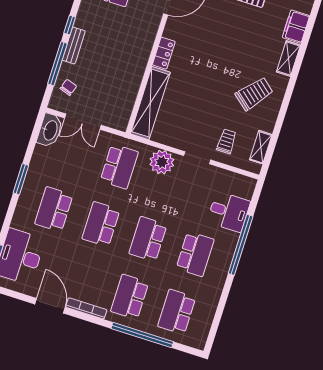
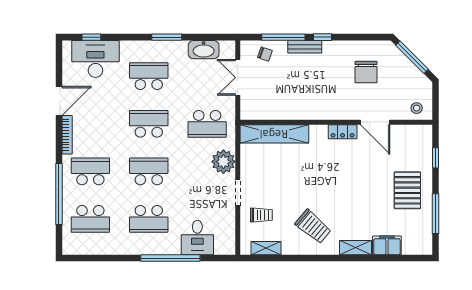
locker: (164, 53) -> (343, 132), moved
washbasin: (50, 130) -> (204, 50), moved
school desk: (177, 312) -> (90, 219), turned 180

